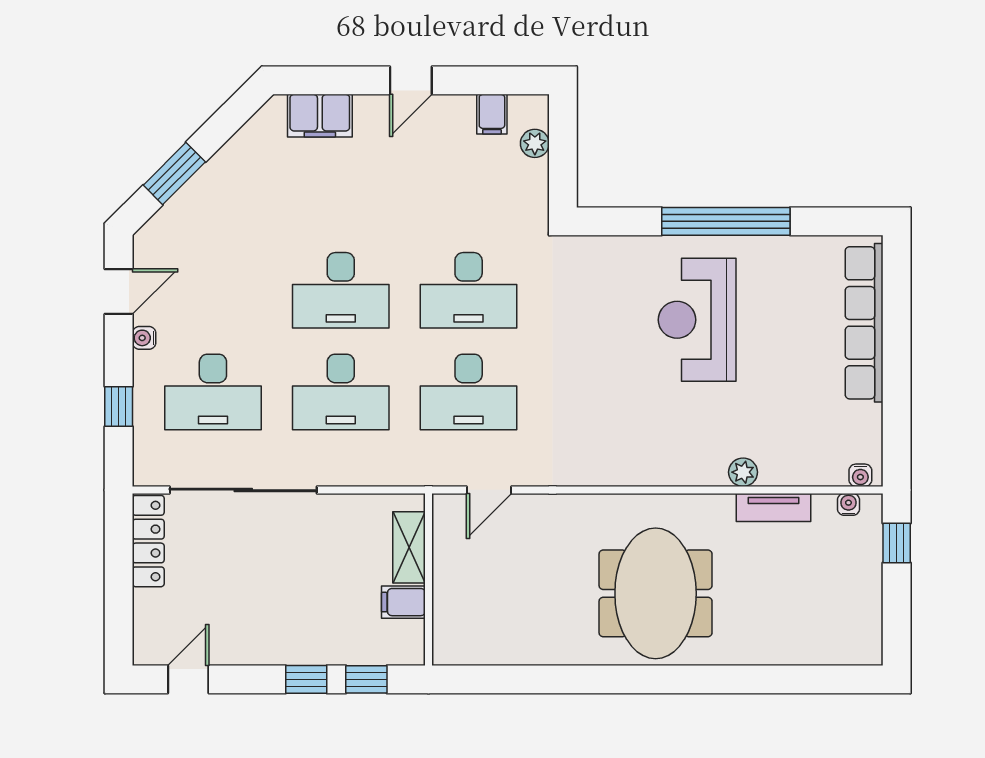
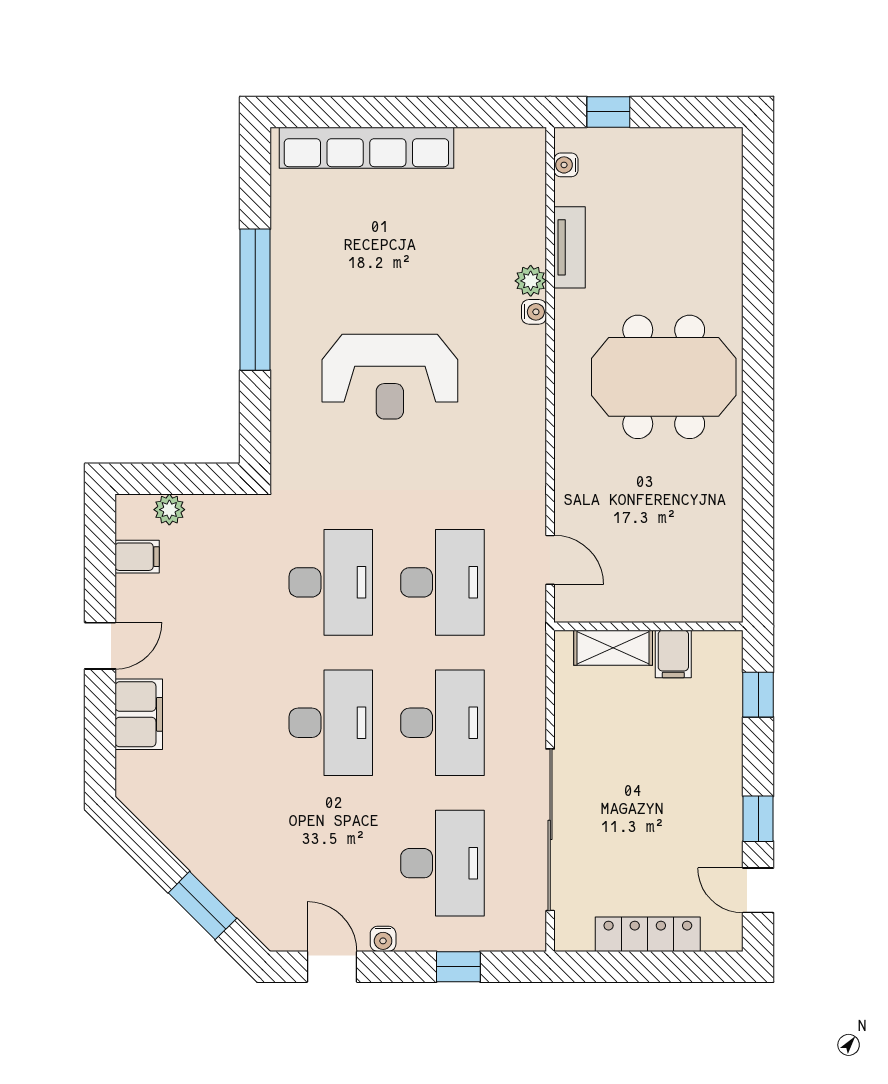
door: (411, 80) -> (100, 646), hinge flipped
filing cabinet: (320, 116) -> (139, 714), moved
reception desk: (697, 320) -> (390, 377), moved
water cooler: (860, 475) -> (534, 312), moved
locker: (148, 541) -> (648, 934), moved
window: (306, 679) -> (758, 819), moved

